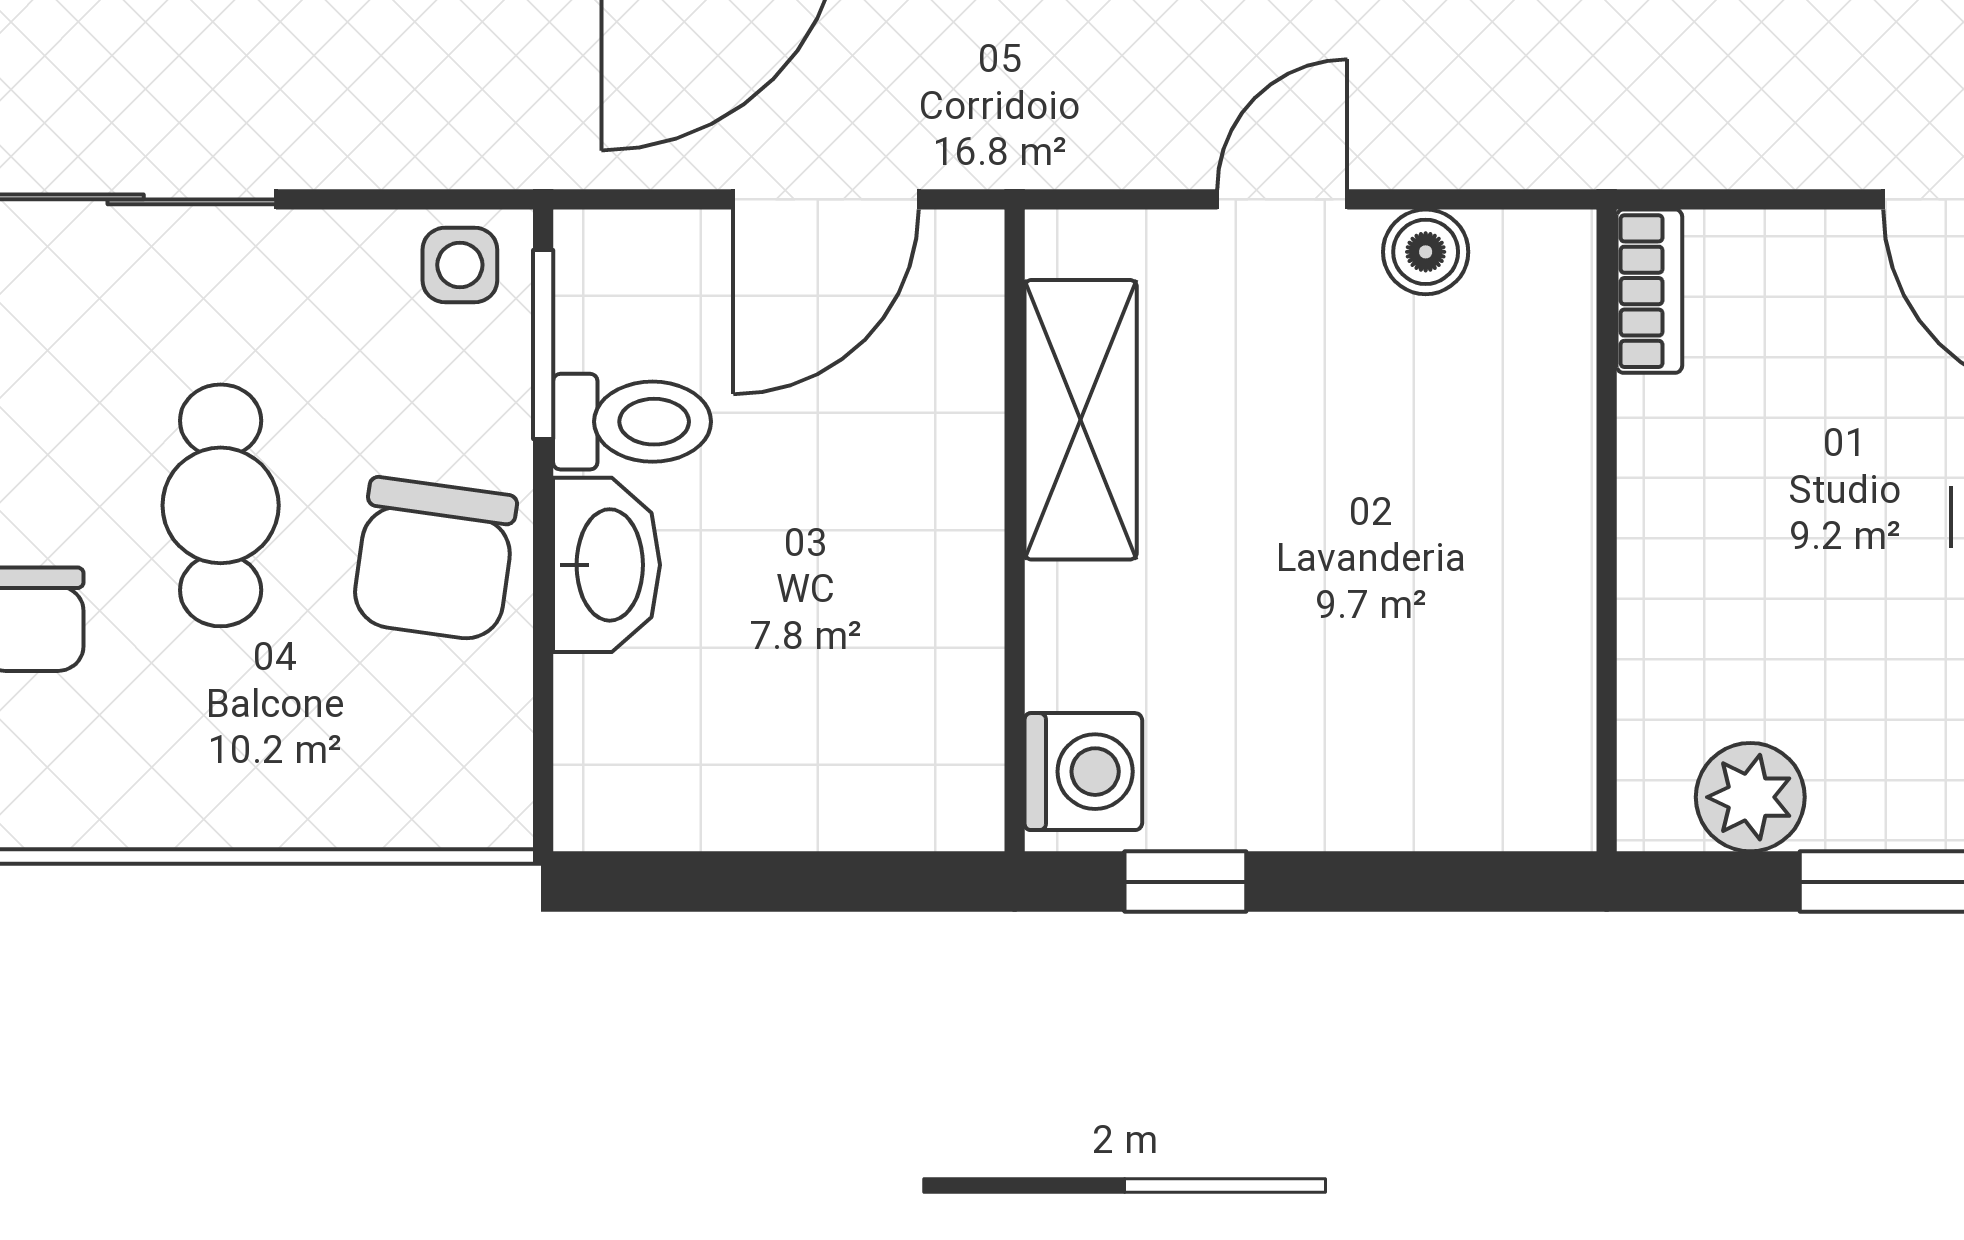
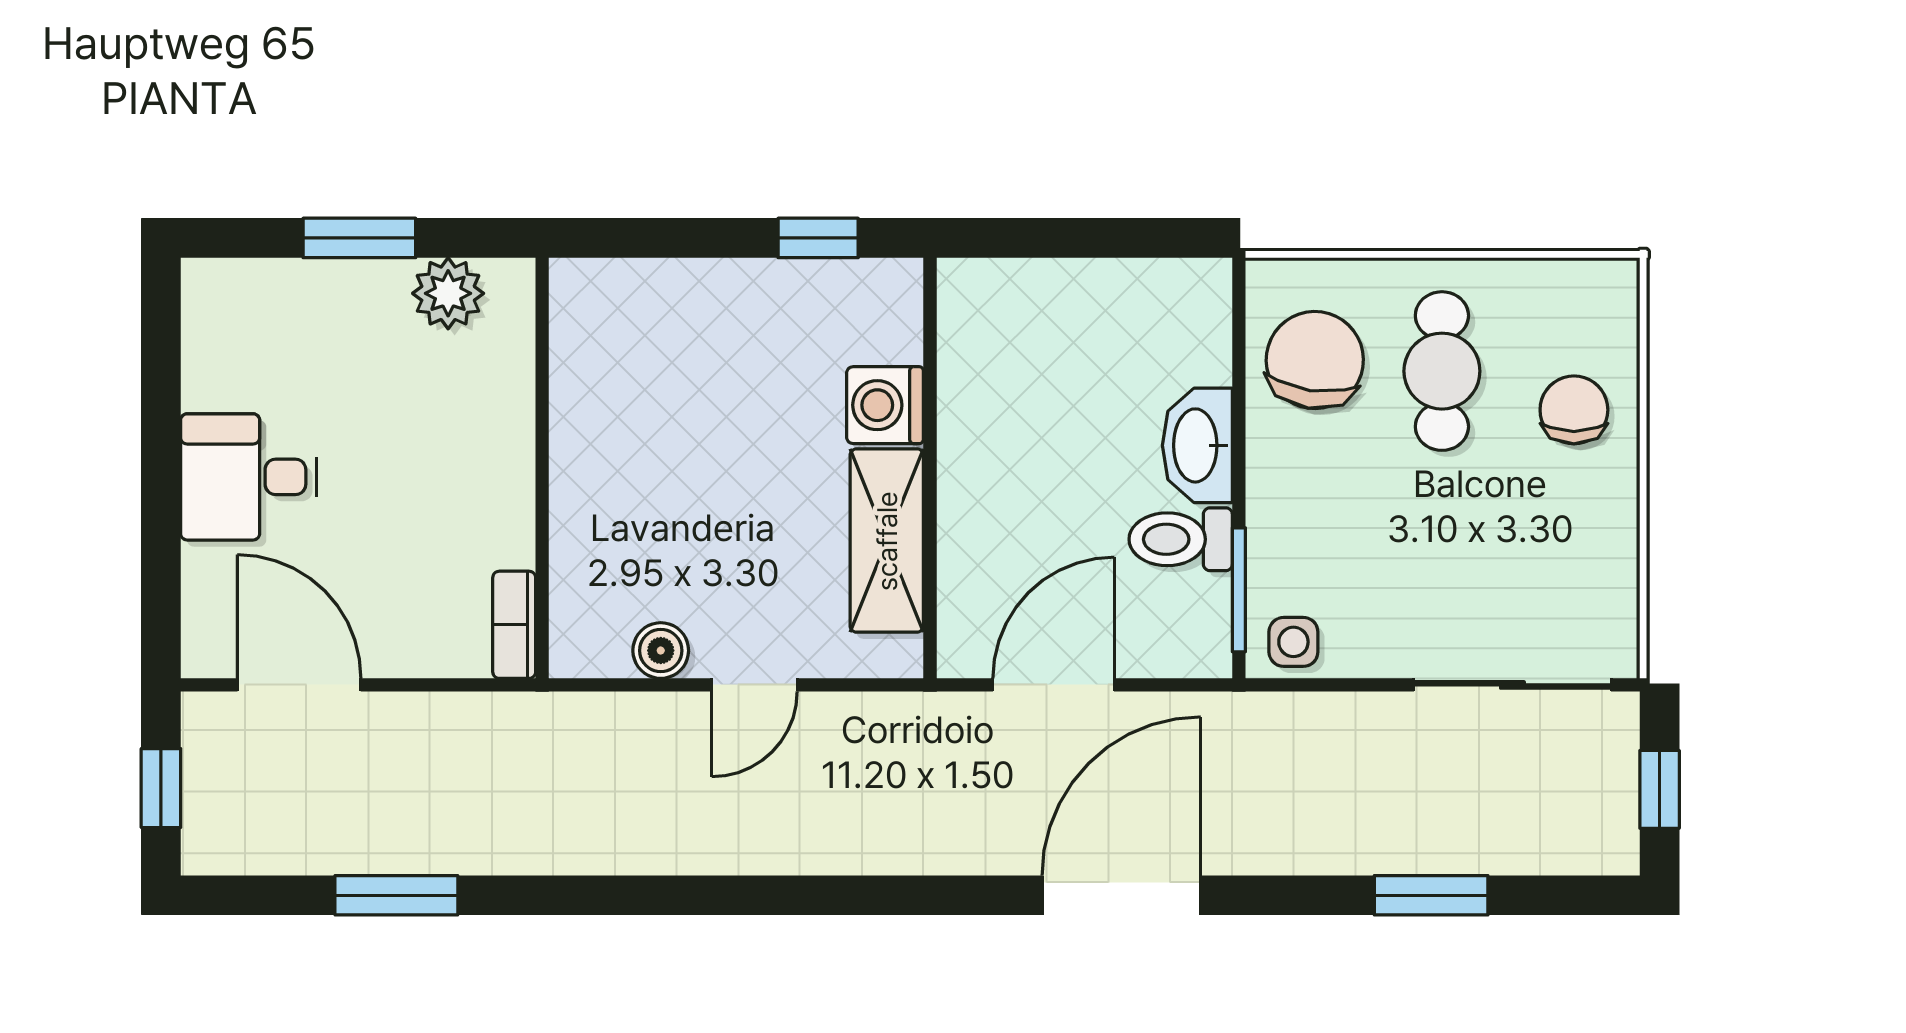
cafe table: (221, 505) -> (1442, 371), moved
chair: (434, 559) -> (1315, 360), moved
washing machine: (1083, 772) -> (885, 405), moved

